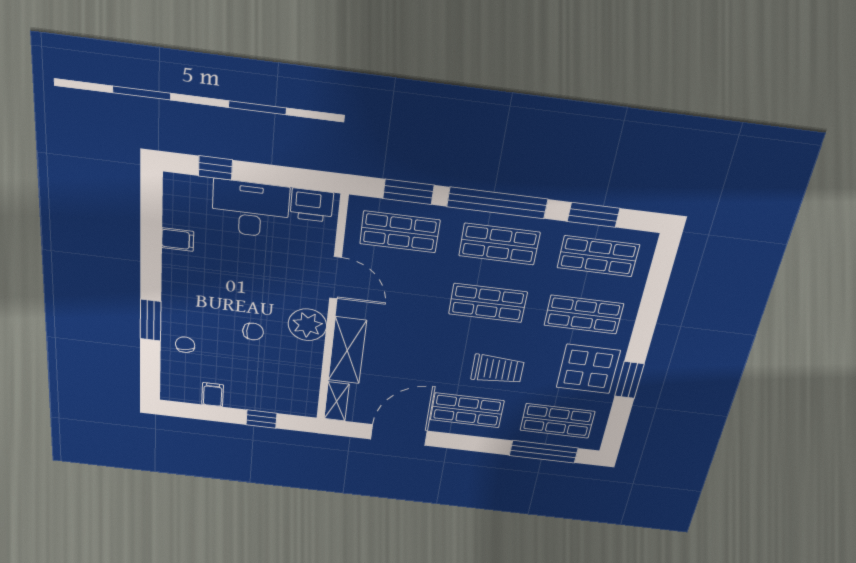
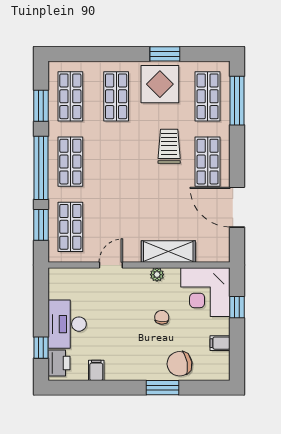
printer: (312, 205) -> (59, 363), moved
door: (336, 278) -> (111, 265), width x0.73
shop shelf: (488, 303) -> (116, 162), removed
plant: (307, 325) -> (157, 275), width x0.53, depth x0.53
chair: (185, 345) -> (180, 364), width x1.87, depth x1.87
corner desk: (285, 387) -> (205, 292), added
shelving: (337, 401) -> (213, 255), removed

